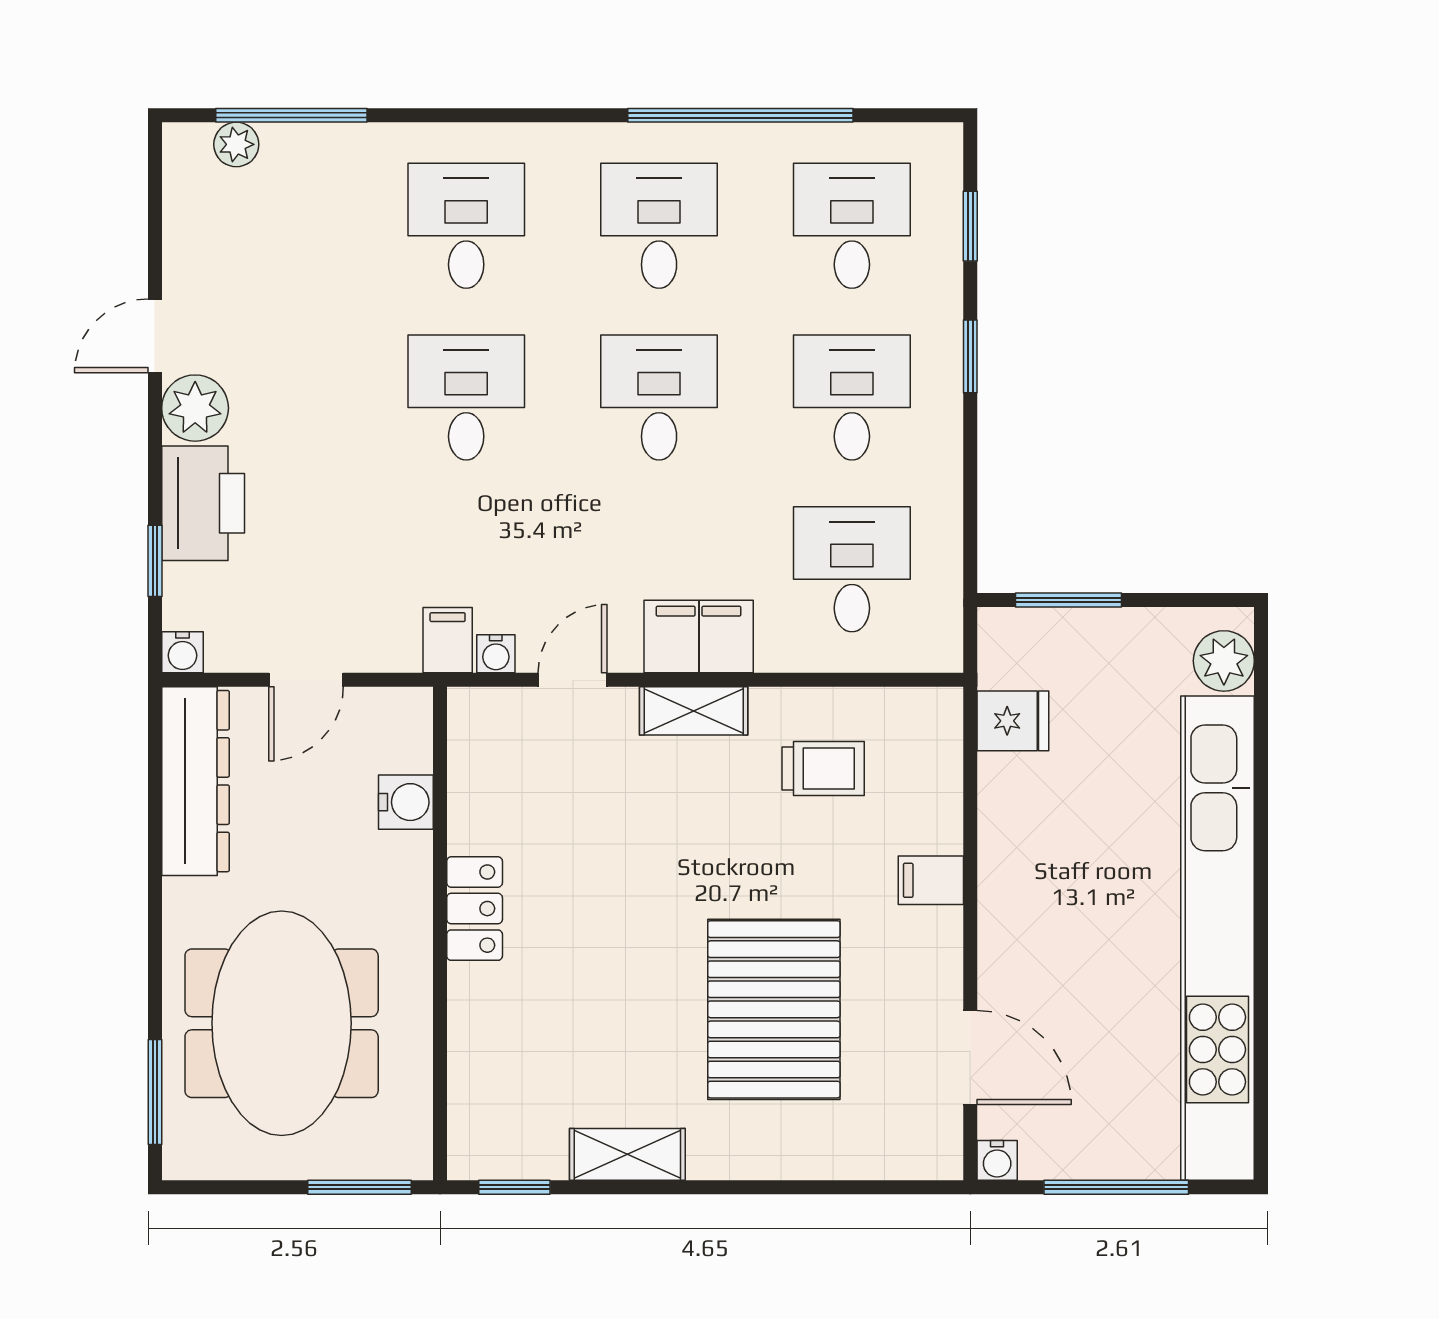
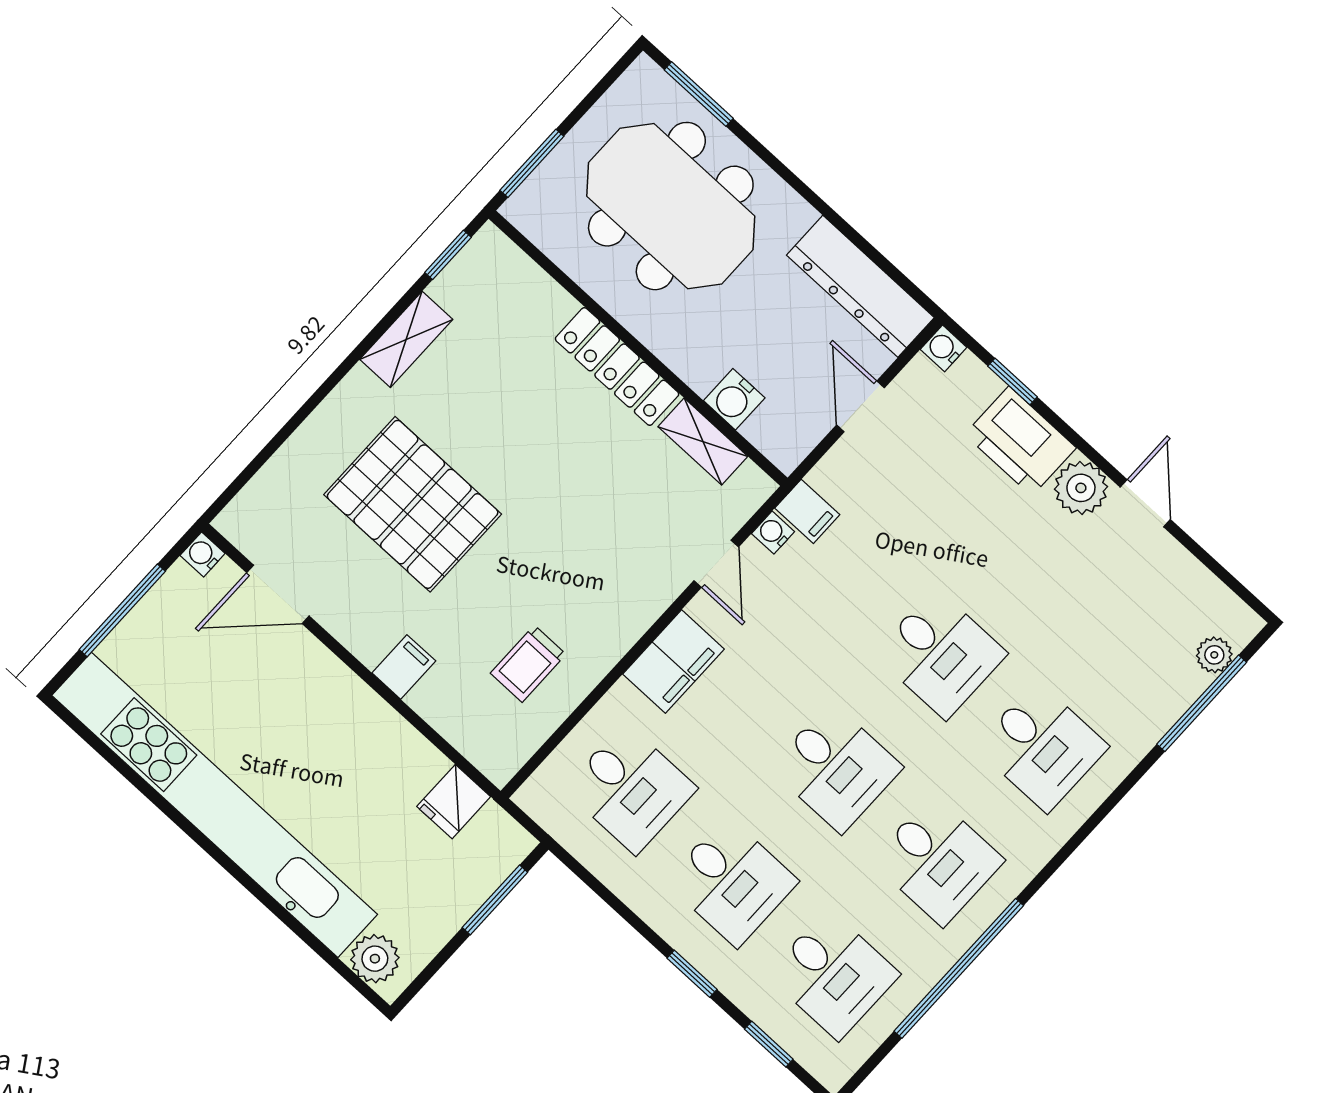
shelving: (694, 711) -> (703, 441), moved, turned 90
locker: (475, 909) -> (617, 366), width x1.53

